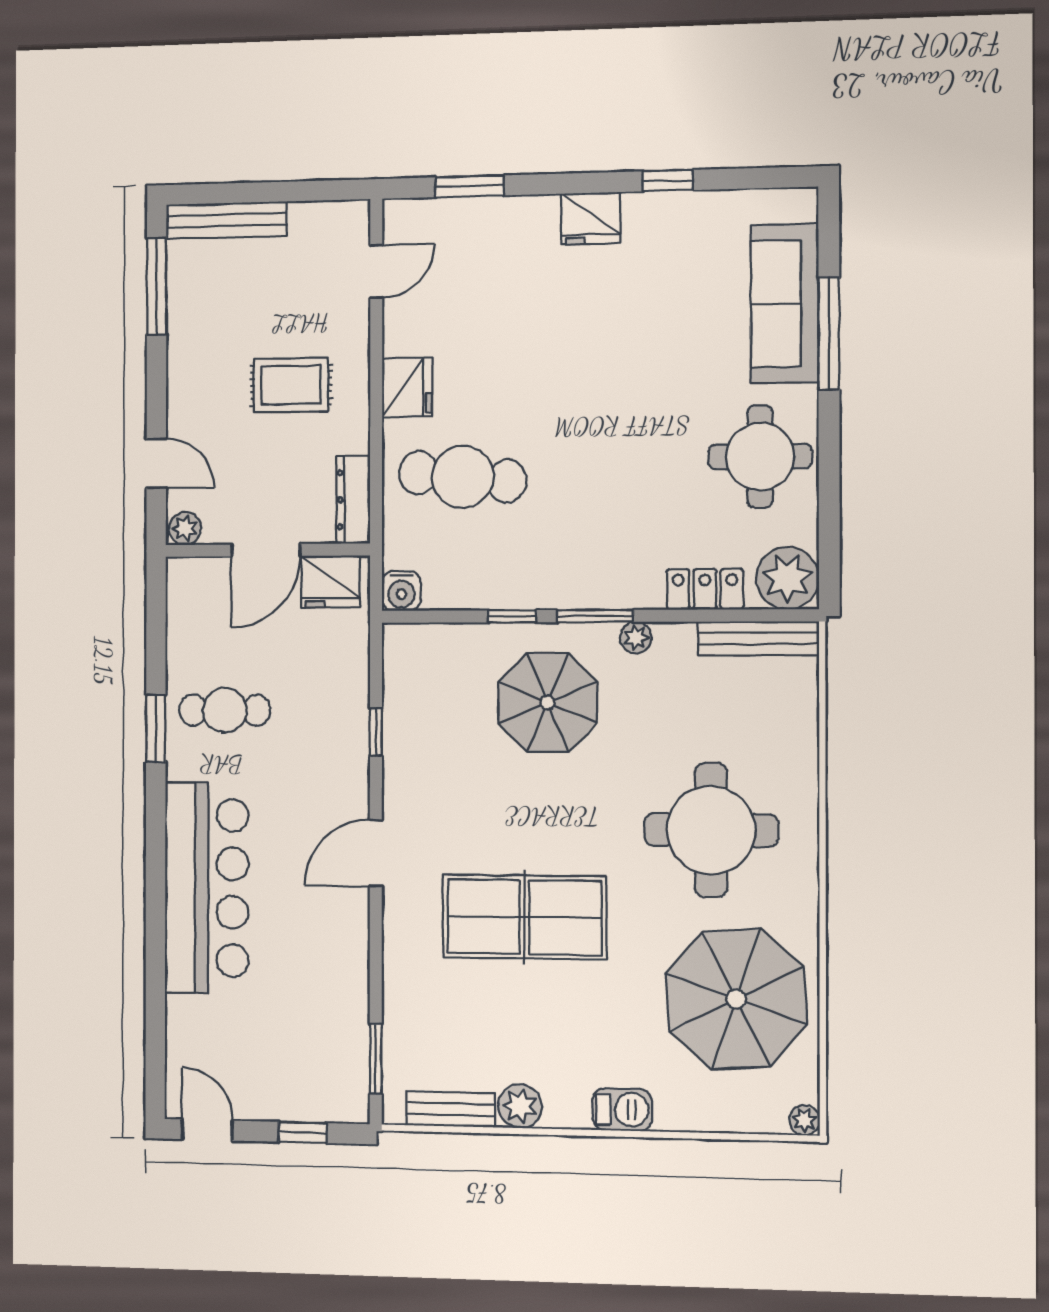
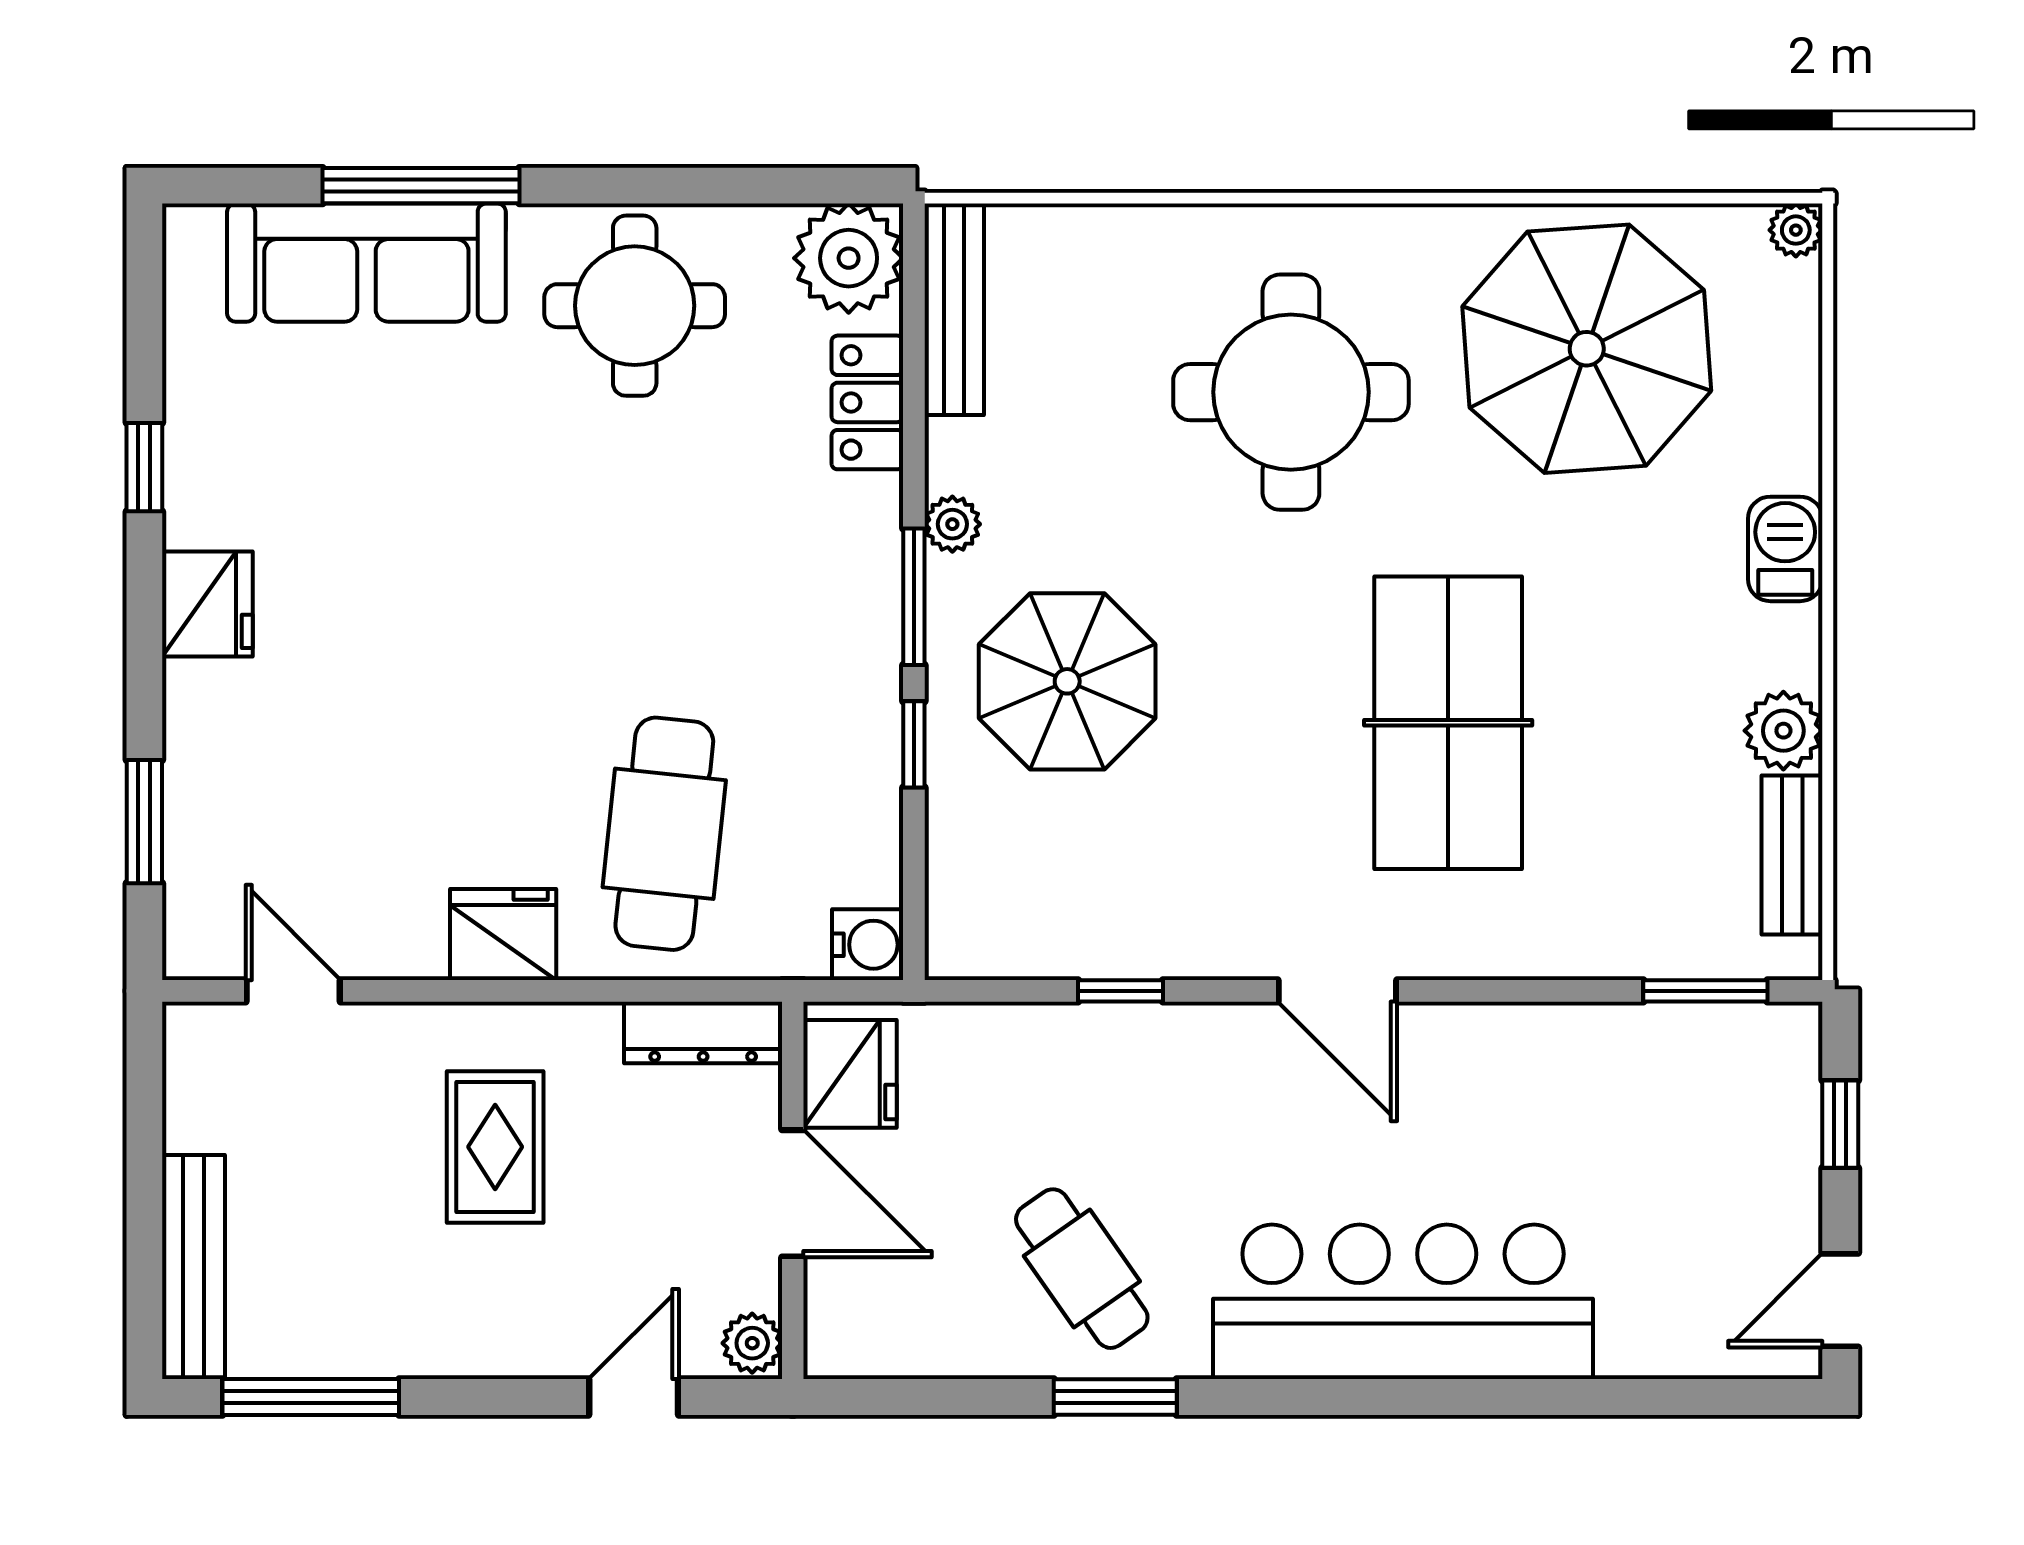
cafe table: (225, 710) -> (1082, 1269), turned -35

